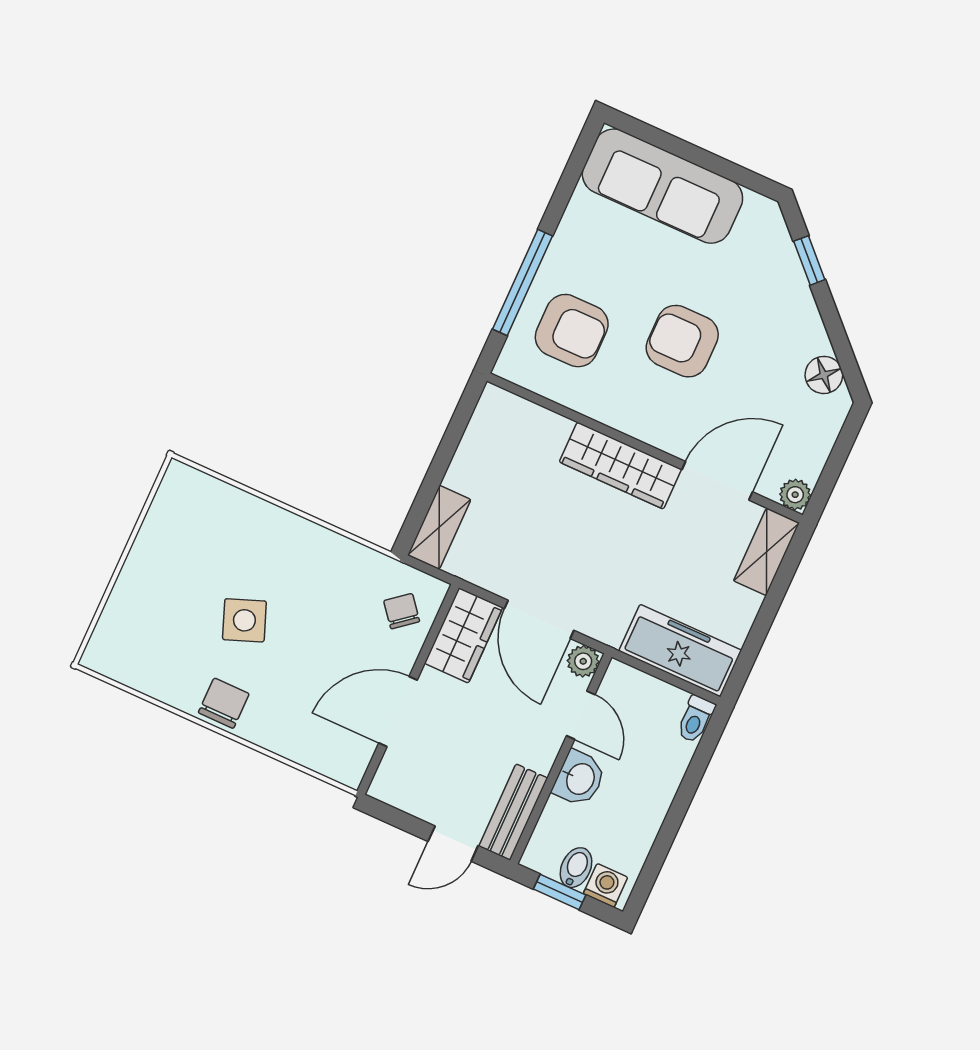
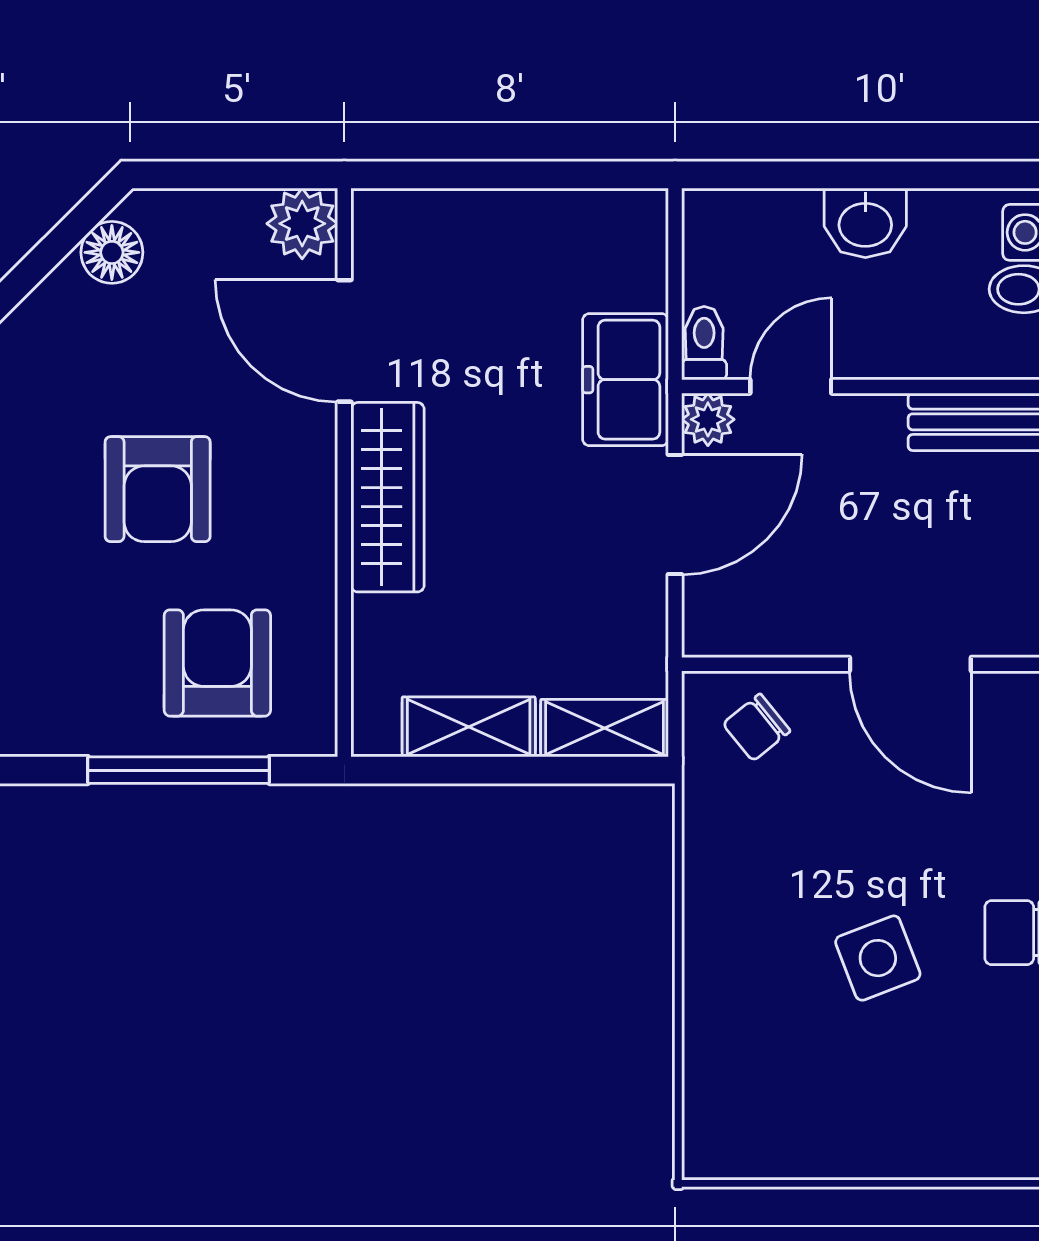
plant: (795, 495) -> (302, 224), width x1.38, depth x1.38
shelving: (766, 552) -> (469, 727), moved
wardrobe: (464, 635) -> (751, 618), removed
freezer: (680, 651) -> (625, 380), moved, width x0.71
toilet: (696, 719) -> (704, 343), moved, turned -90
washbasin: (579, 778) -> (865, 223), moved, turned 180

